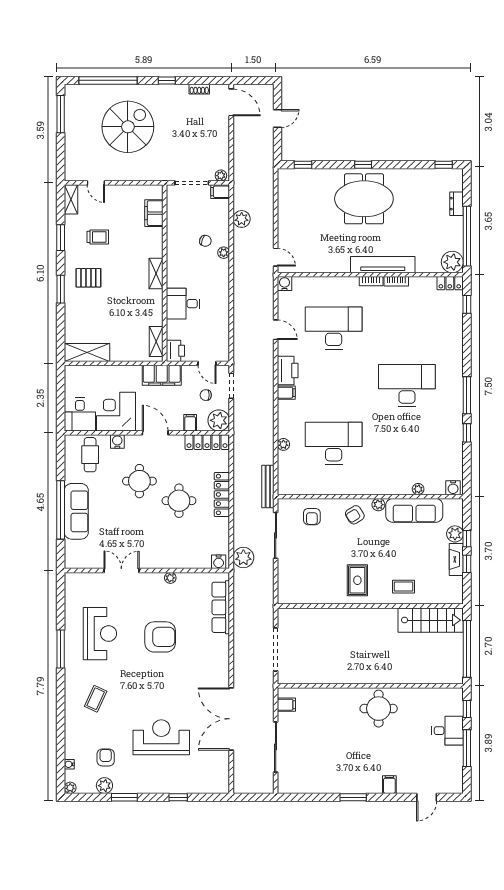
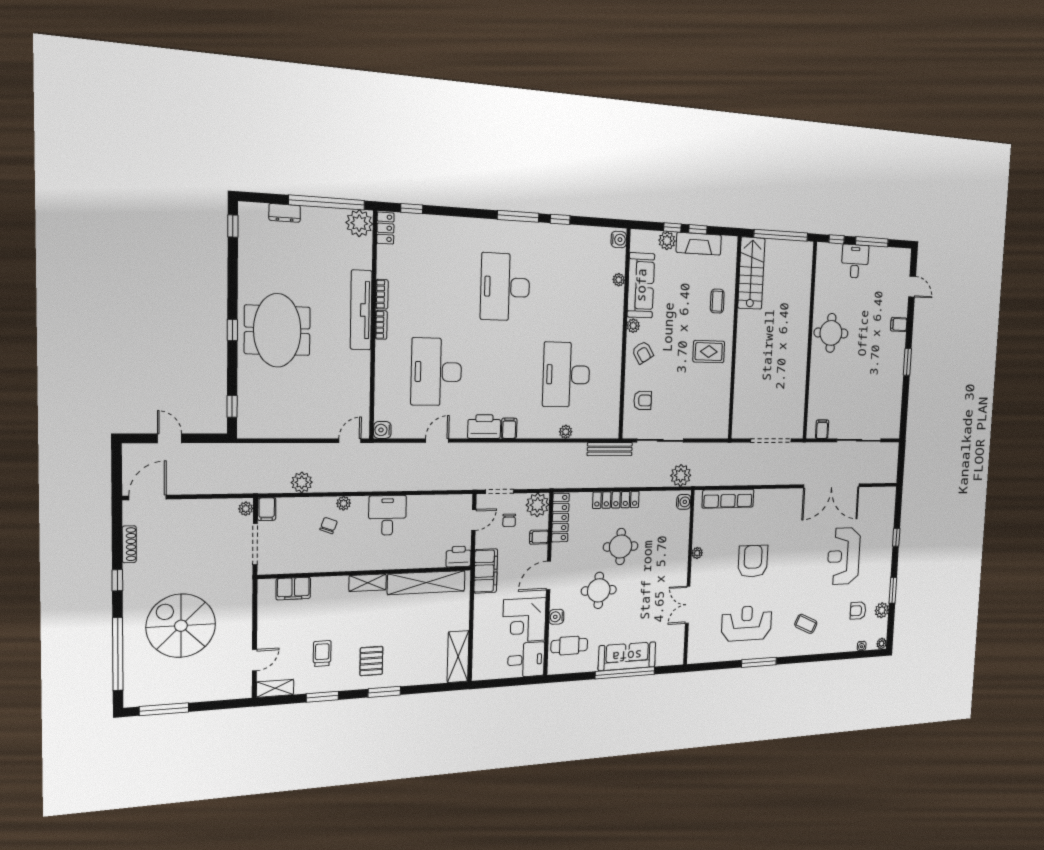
shoe rack: (199, 89) -> (129, 544), width x1.43
desk: (183, 304) -> (387, 515), moved, turned 180
shelving: (156, 341) -> (426, 583), width x2.20, depth x1.33
fireplace: (456, 559) -> (699, 244), width x1.37, depth x1.32

